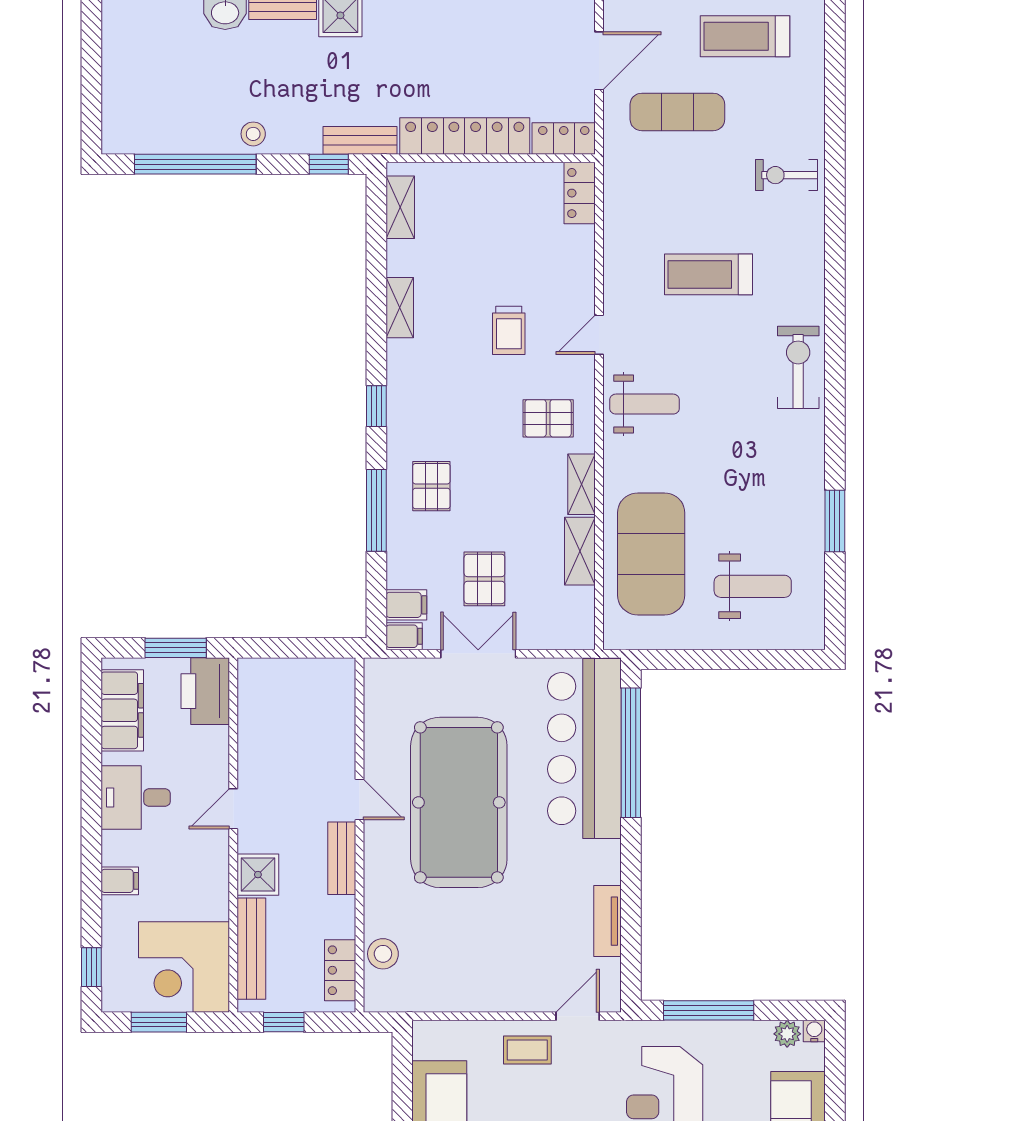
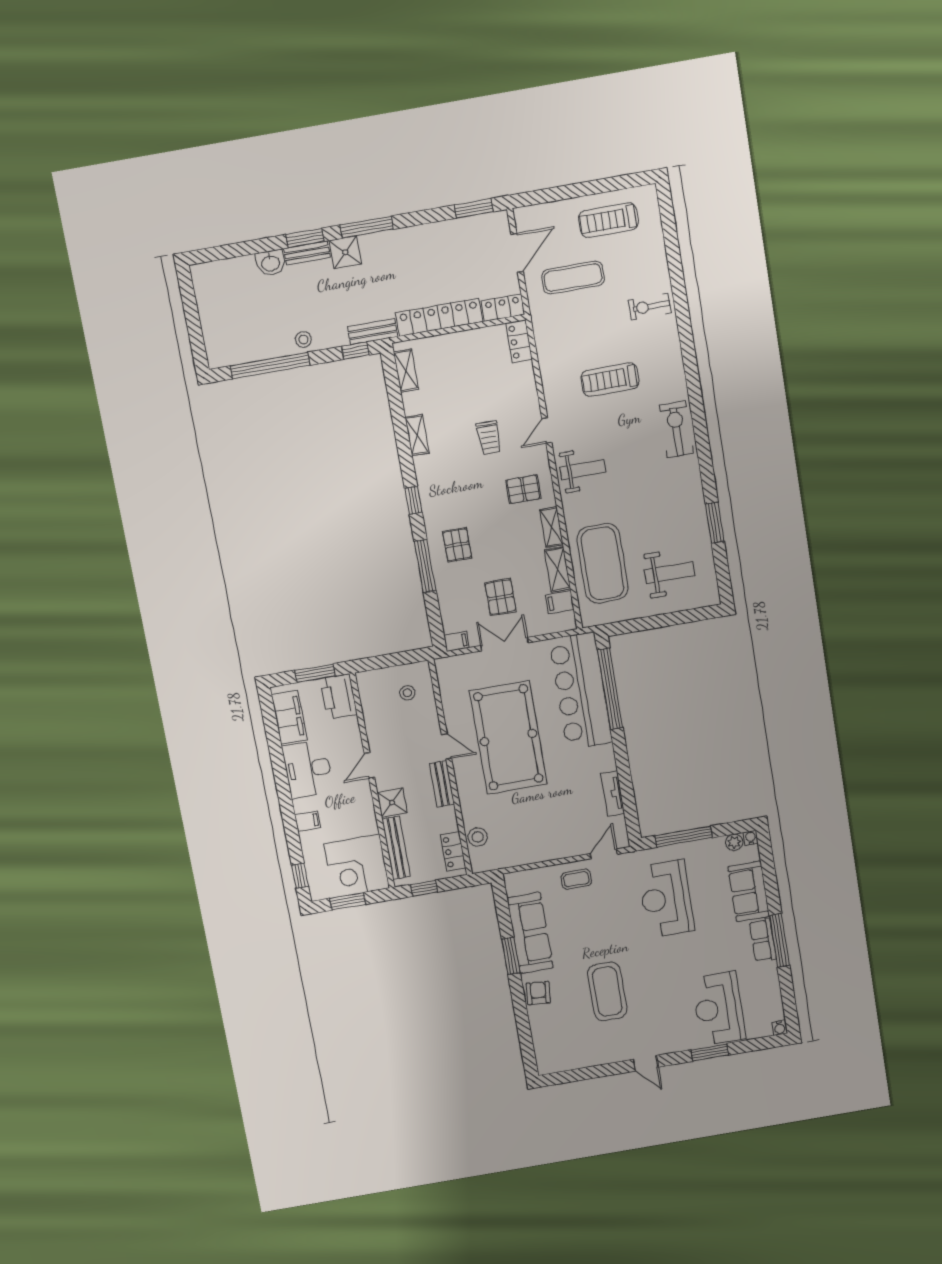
filing cabinet: (406, 605) -> (560, 602), moved, turned 180
stool: (313, 704) -> (407, 693), added
desk: (136, 798) -> (308, 769), width x1.37

